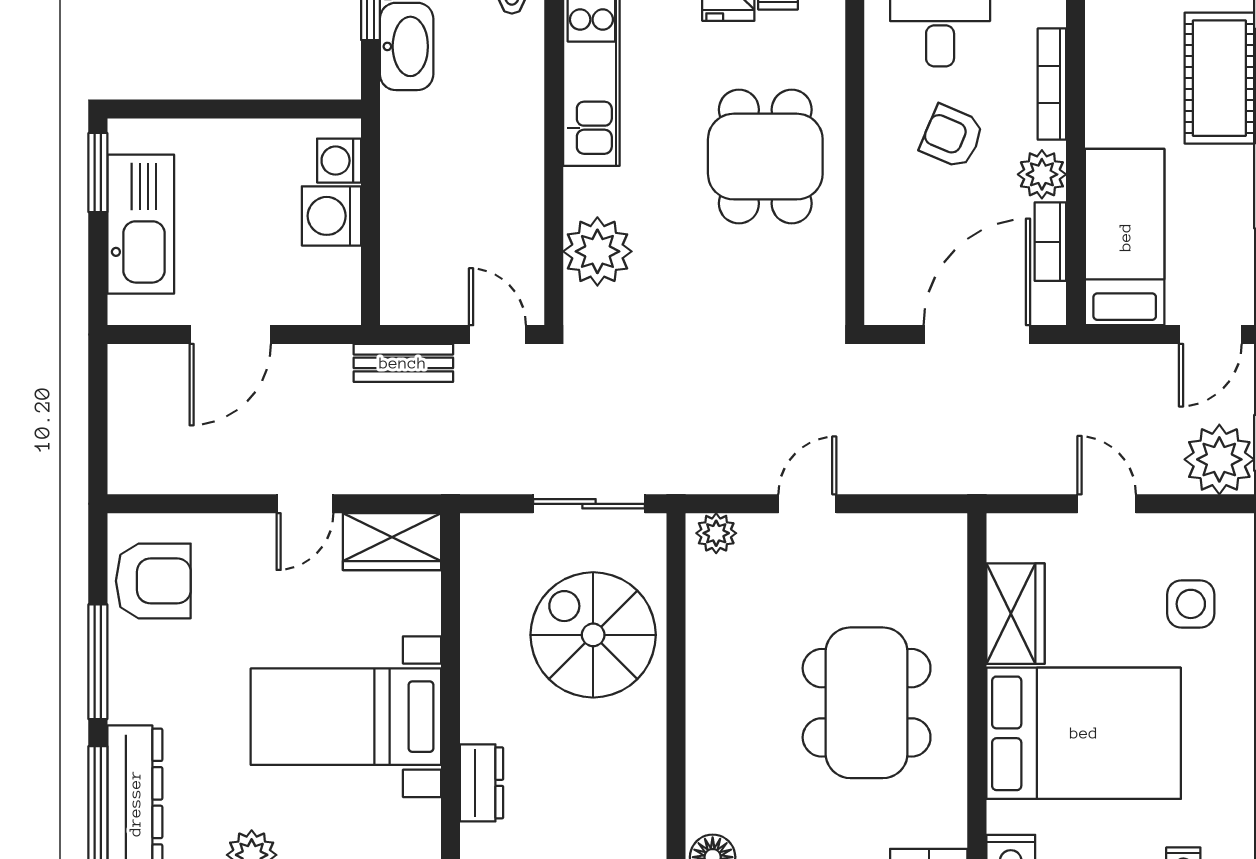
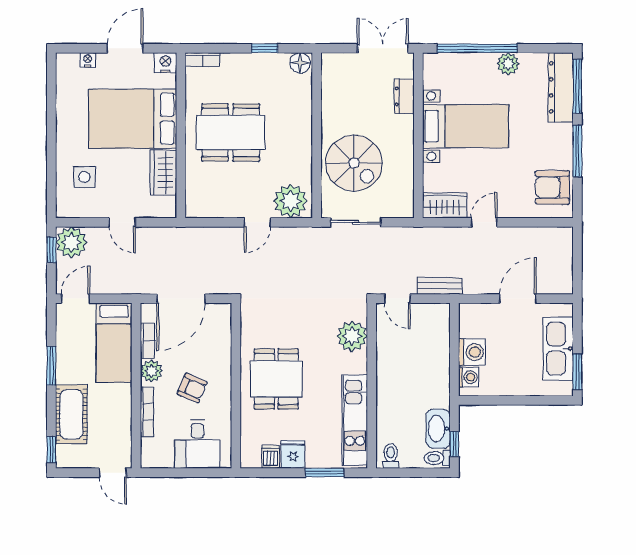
plant: (716, 533) -> (291, 201), width x1.87, depth x1.87
dining table: (867, 703) -> (231, 132), turned 90

